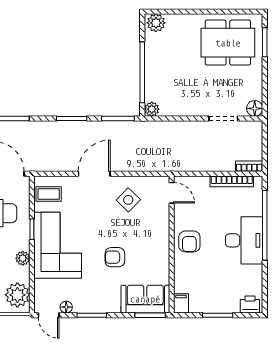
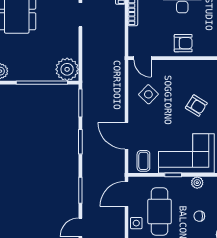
plant: (152, 109) -> (67, 69), width x1.87, depth x1.87
door: (94, 174) -> (127, 136), moved
door: (172, 193) -> (142, 58), swing flipped
armchair: (115, 257) -> (196, 106), turned -58

